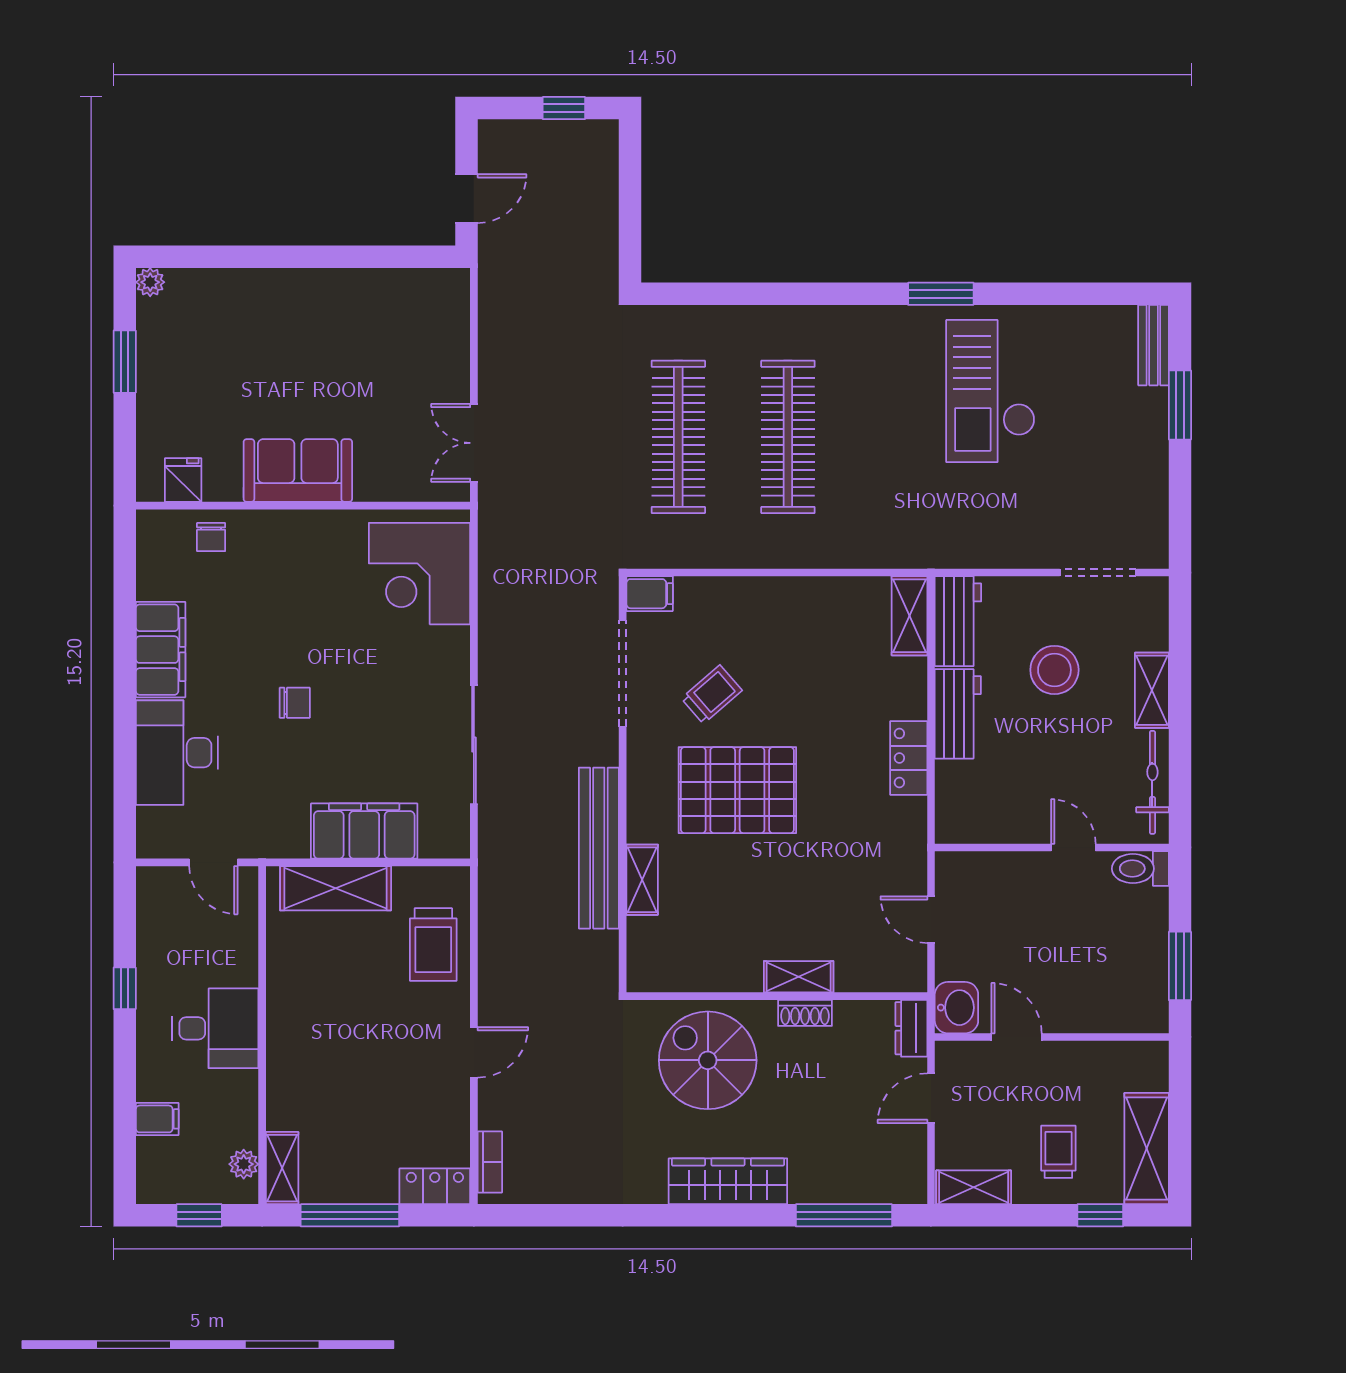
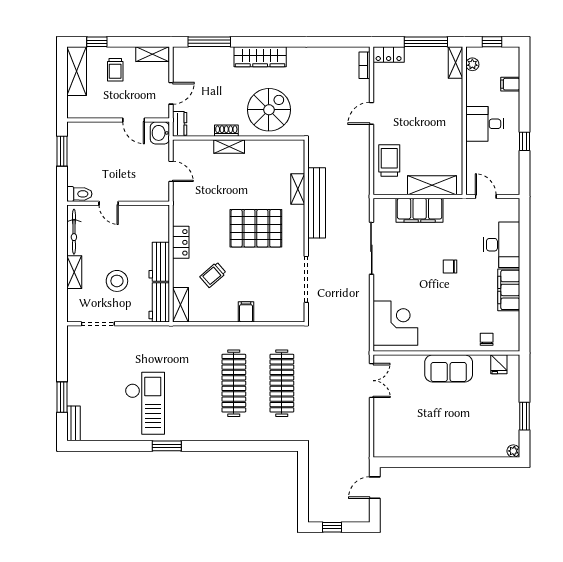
filing cabinet: (650, 594) -> (246, 312), moved, turned 90
trolley: (712, 694) -> (213, 275), moved
spiral stairs: (708, 1060) -> (269, 110), turned -90

